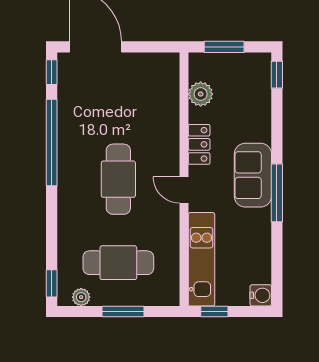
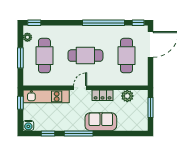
window: (277, 75) -> (48, 134), moved
cafe table: (118, 96) -> (126, 56), added
sofa: (253, 175) -> (101, 122), moved

